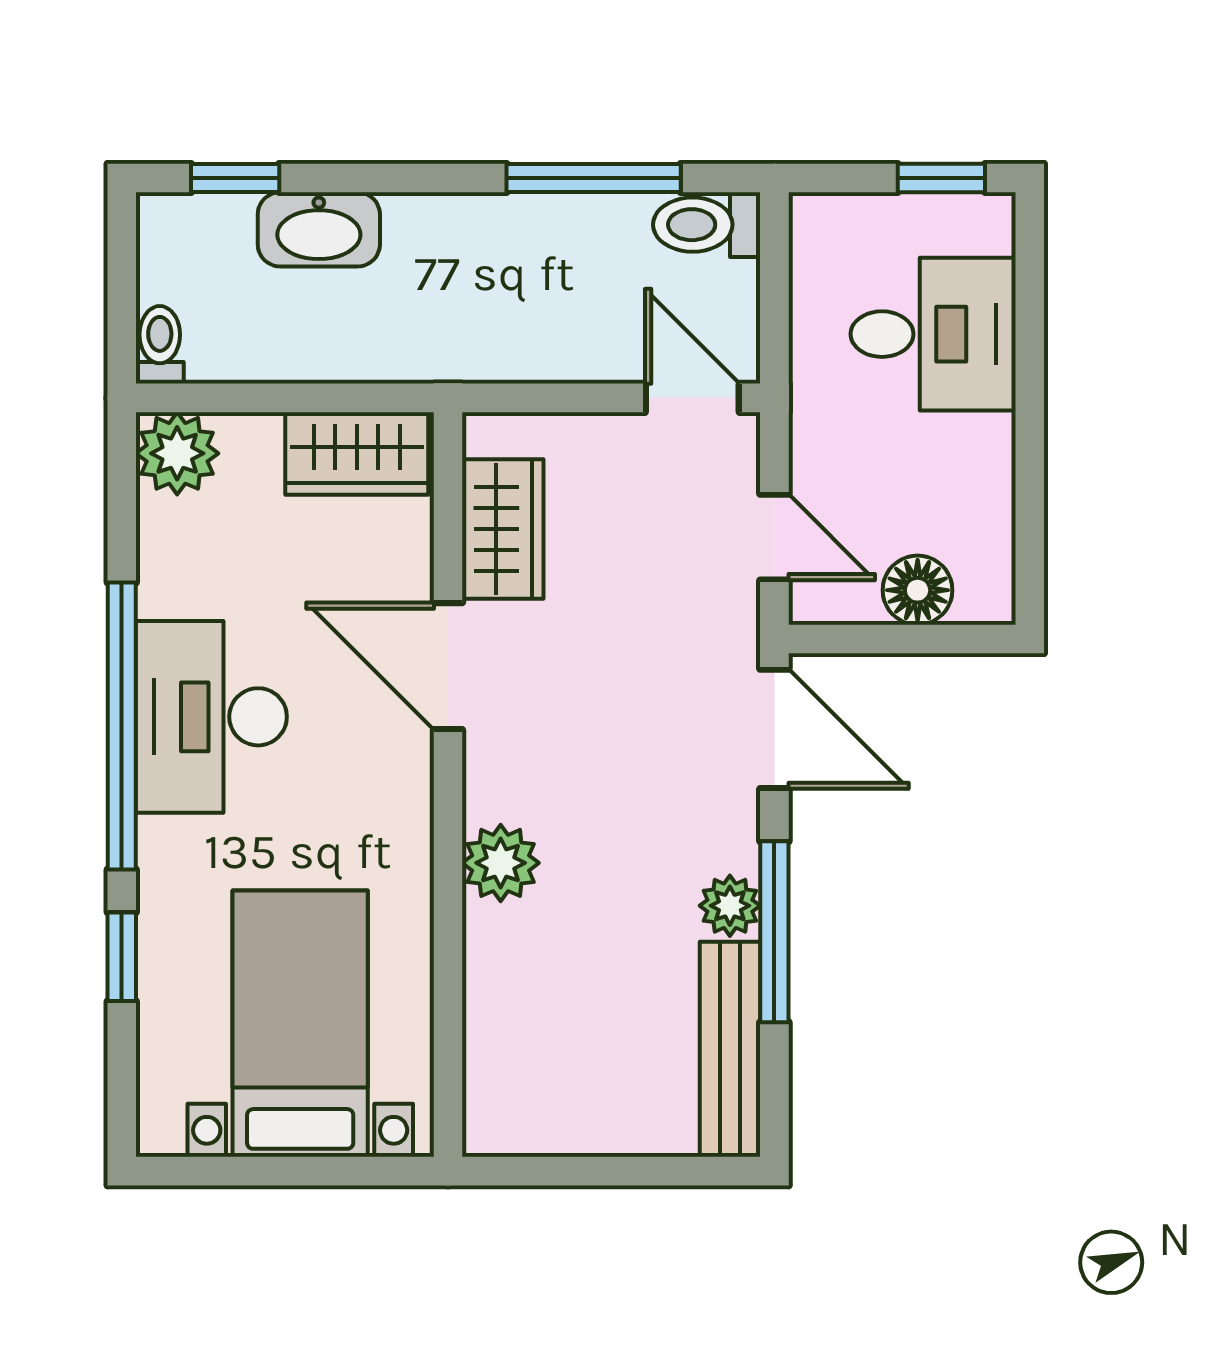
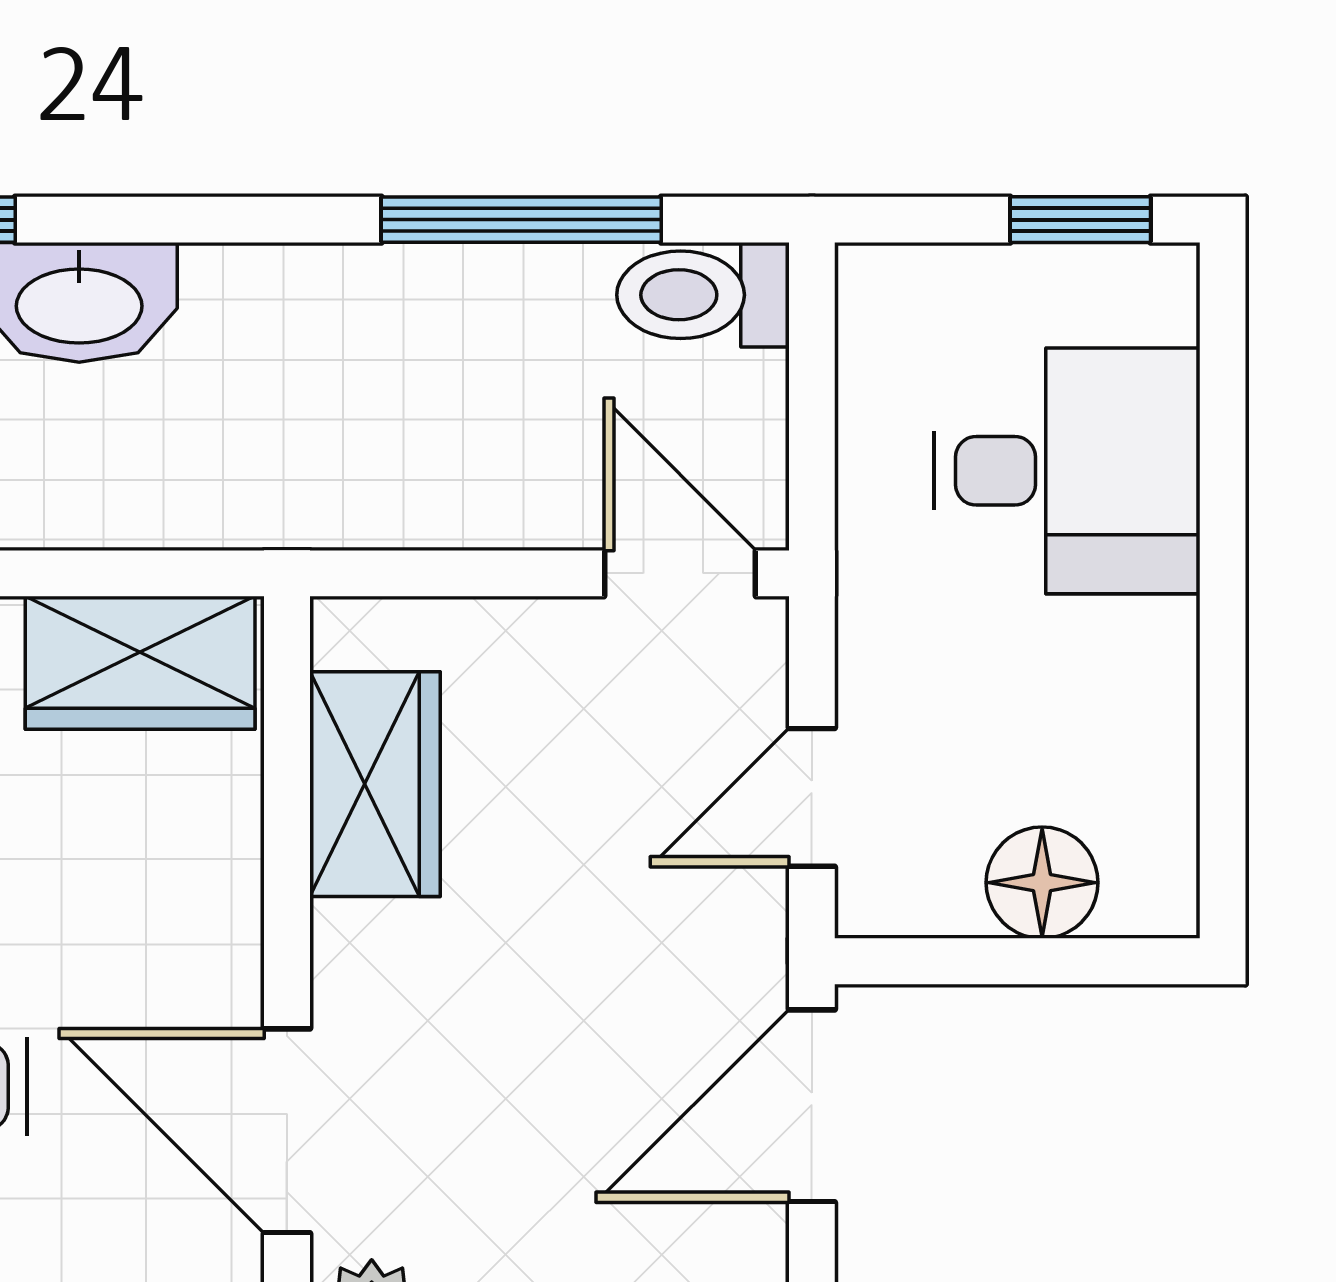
door: (774, 537) -> (812, 797), swing flipped
door: (448, 666) -> (287, 1131), moved
door: (774, 729) -> (812, 1106), swing flipped

